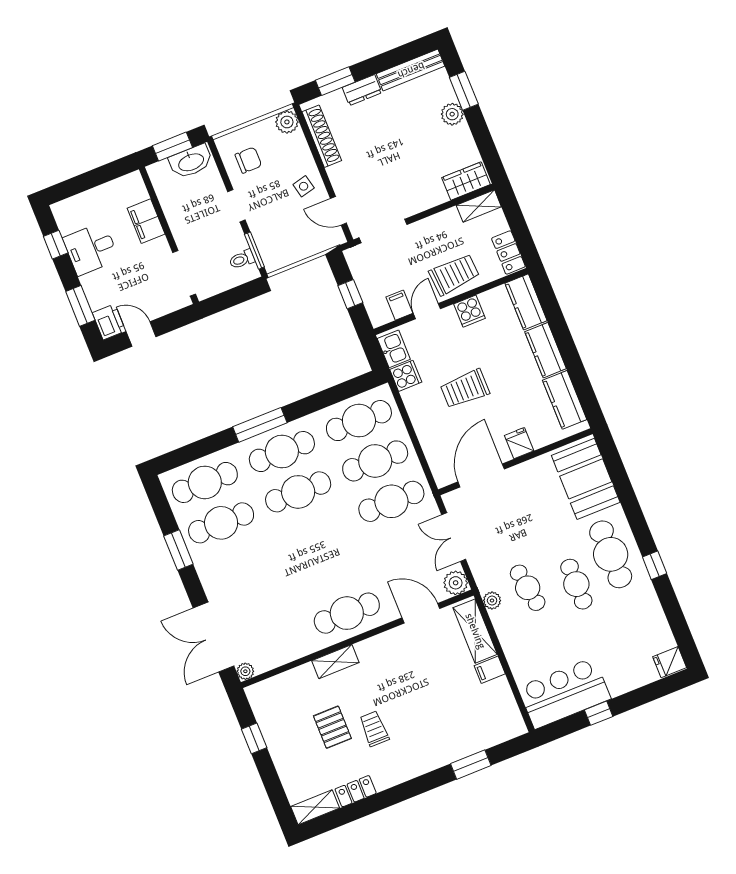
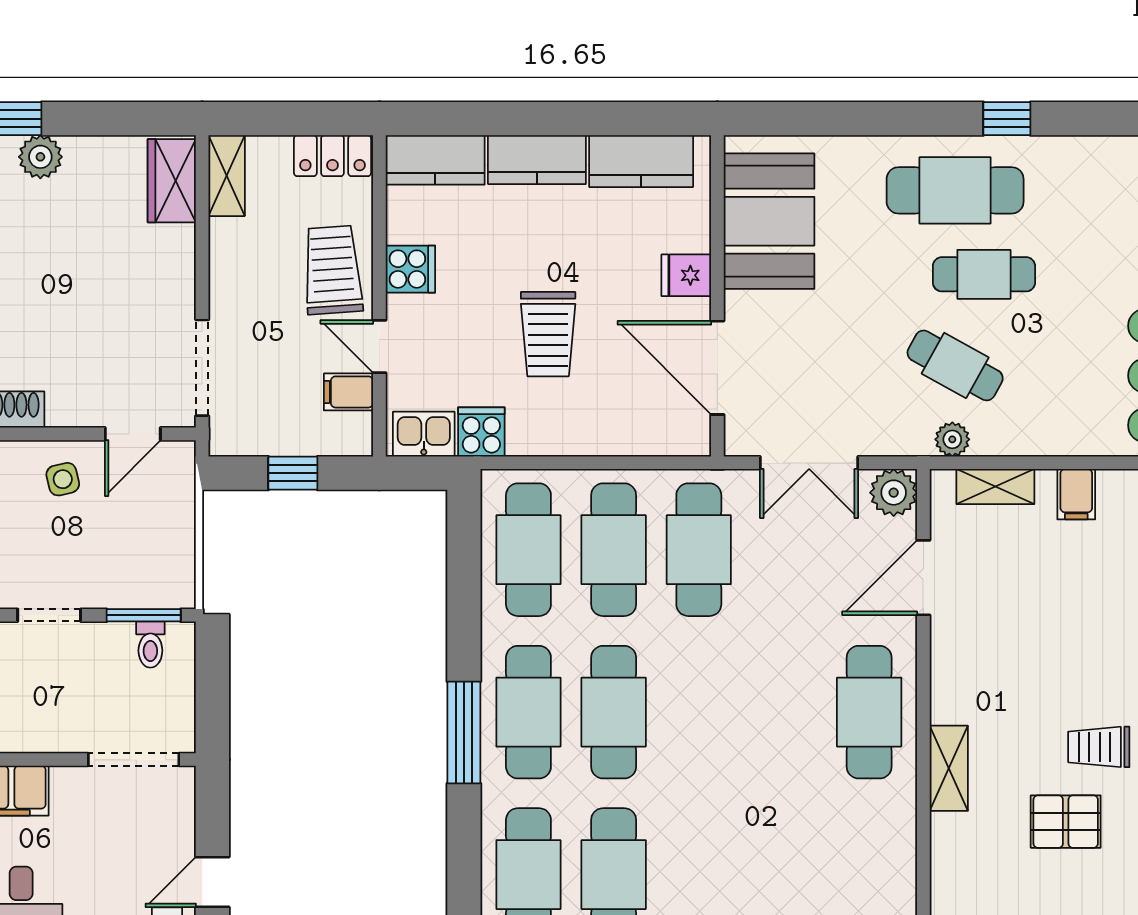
booth: (586, 479) -> (769, 221), moved, turned 90
cafe table: (528, 588) -> (955, 365), turned 38
shelving: (475, 631) -> (995, 487), width x0.67, depth x0.75

